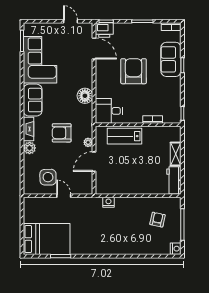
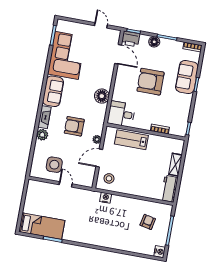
floor lamp: (130, 28) -> (154, 42), added
armchair: (134, 71) -> (151, 82), turned -90
stool: (108, 181) -> (109, 178), added
bed: (47, 239) -> (42, 226), width x0.67

